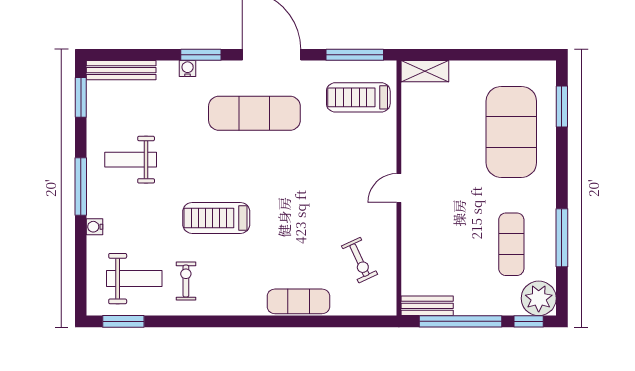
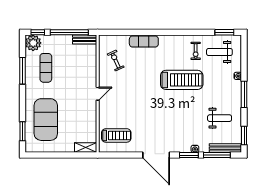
window: (355, 55) -> (217, 155), moved
exercise mat: (254, 113) -> (164, 128), removed
weight bench: (131, 160) -> (220, 118), moved
treadmill: (216, 218) -> (182, 80), width x1.37, depth x1.38

